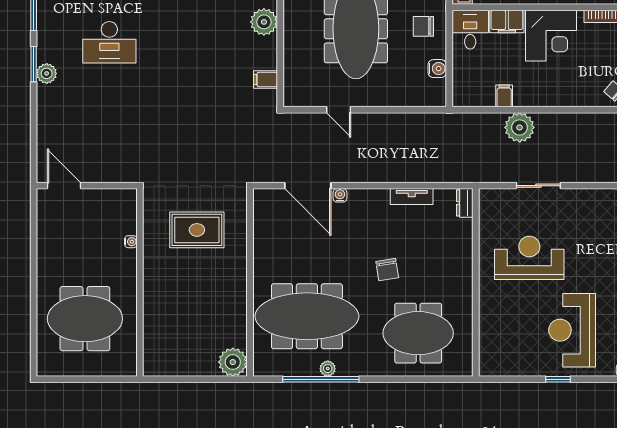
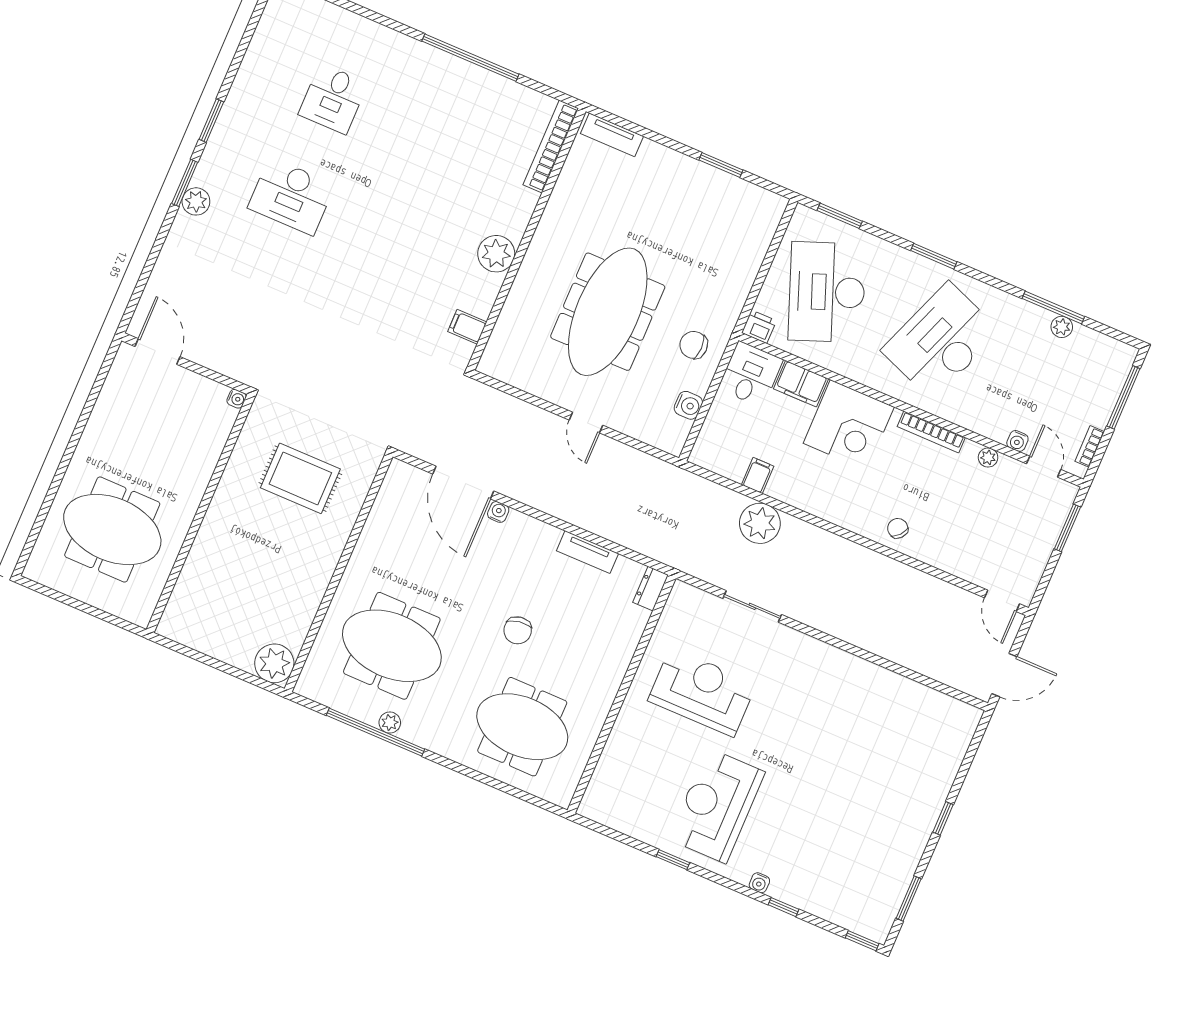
door: (339, 110) -> (586, 423), moved
water cooler: (131, 242) -> (237, 399), moved
meeting table: (307, 316) -> (392, 646), width x0.73

